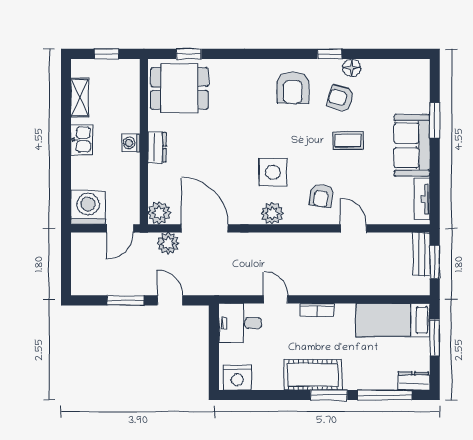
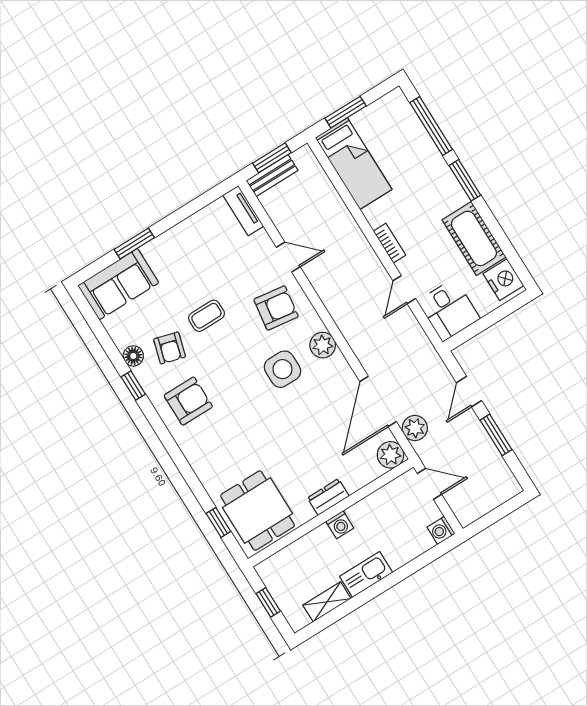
kitchen sink: (82, 140) -> (366, 574), width x1.38
coffee table: (348, 141) -> (206, 316), turned 90
sofa: (412, 145) -> (118, 284), moved
armchair: (321, 196) -> (276, 308), width x1.38, depth x1.38
tv unit: (422, 199) -> (243, 211), moved, turned 90
washing machine: (88, 207) -> (441, 530), width x0.53, depth x0.53
door: (353, 228) -> (288, 257), swing flipped
cot: (313, 375) -> (474, 238), moved
dresser: (413, 381) -> (400, 107), removed

